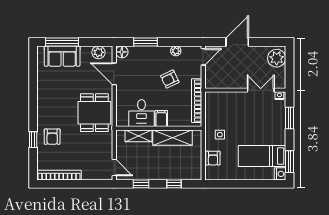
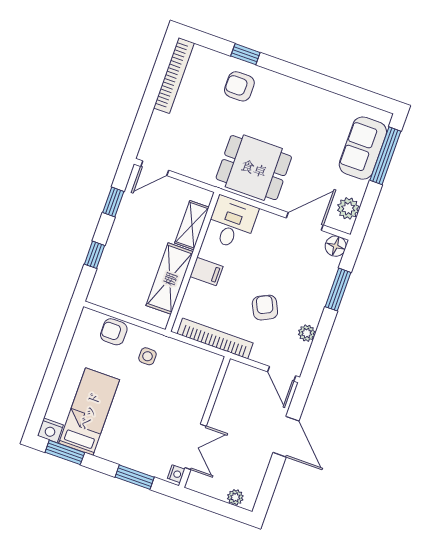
plant: (277, 58) -> (235, 497), width x0.53, depth x0.53
desk: (141, 113) -> (232, 223), moved, turned 90

